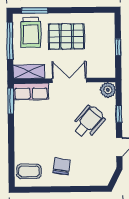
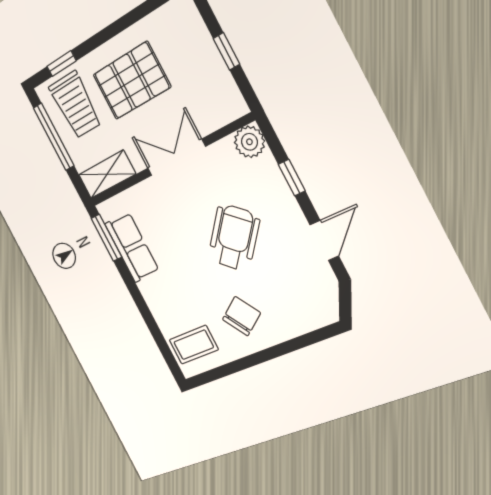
window: (35, 11) -> (61, 64), width x0.67
row of seats: (31, 91) -> (132, 247), moved, turned -90
wheelchair: (88, 122) -> (234, 238), moved
chair: (62, 166) -> (241, 316), turned 47

